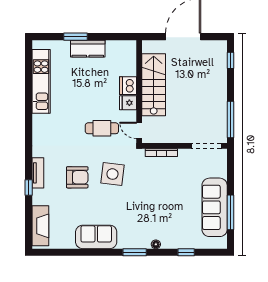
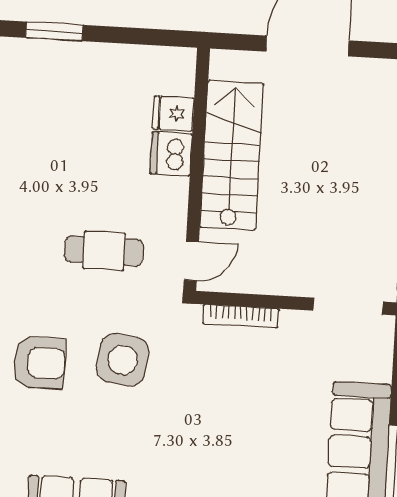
kitchen counter: (88, 49) -> (81, 61), removed
fridge: (128, 103) -> (173, 114), moved
door: (139, 130) -> (191, 261), swing flipped

